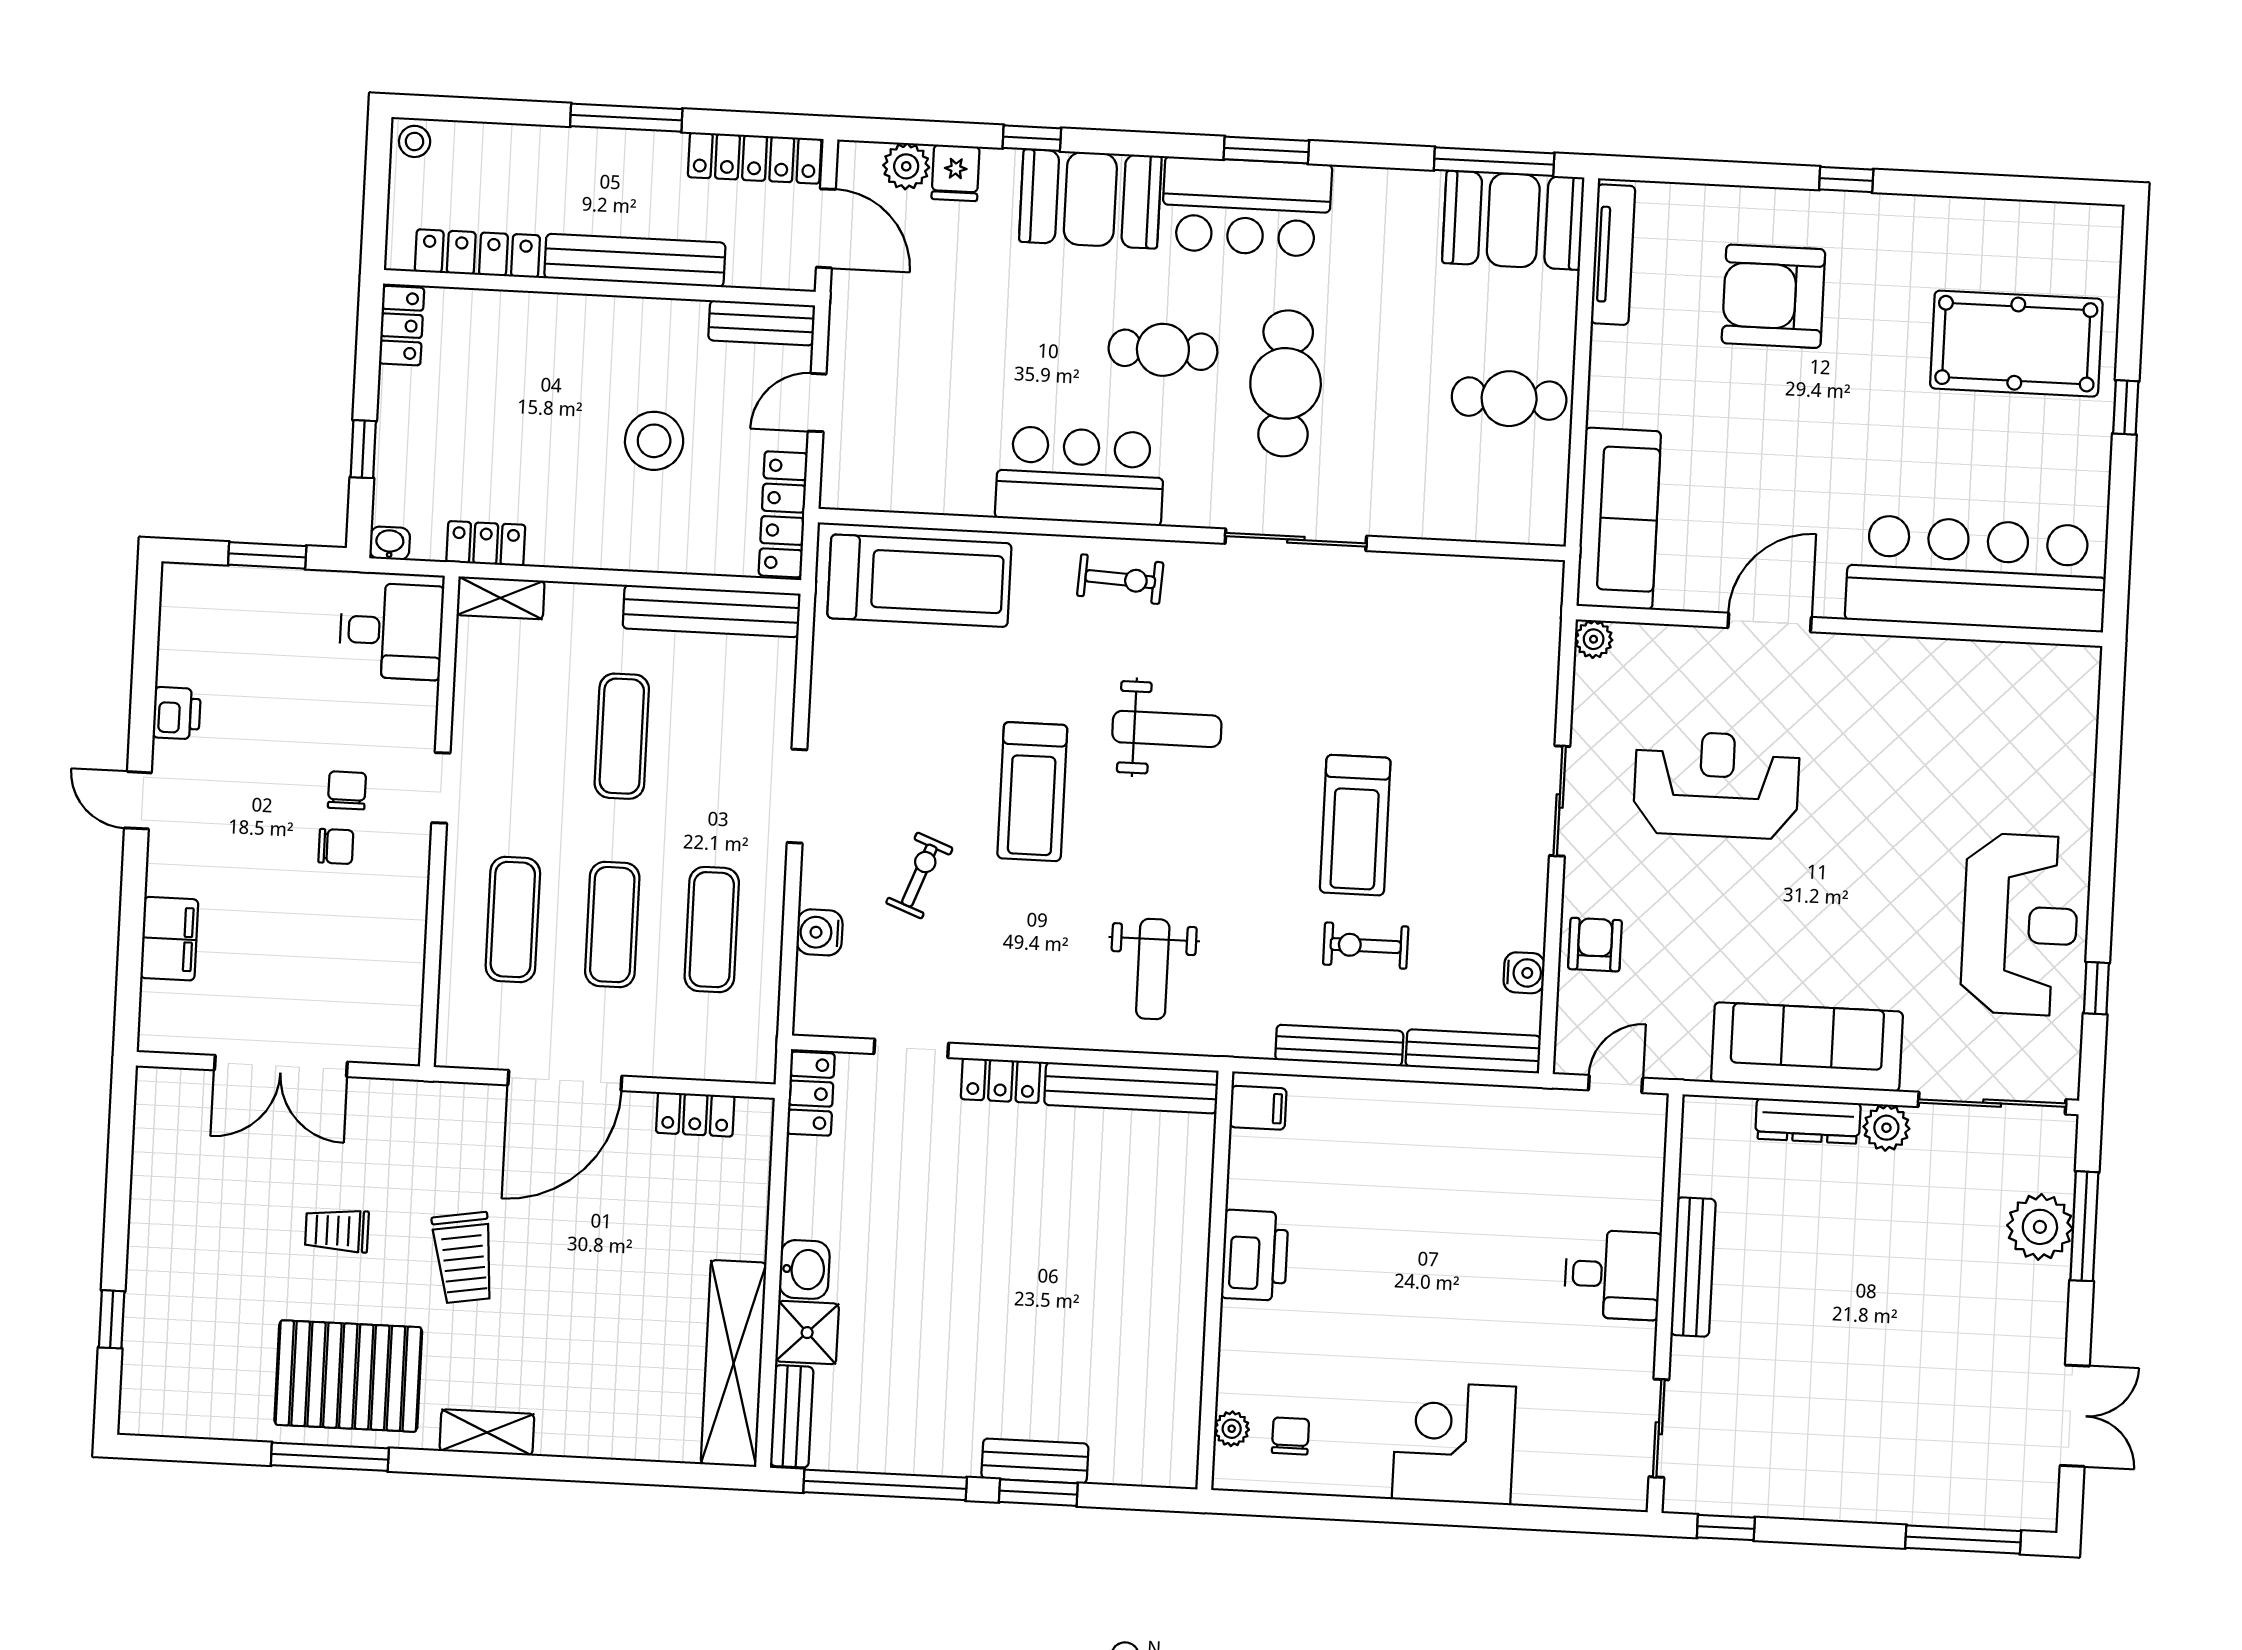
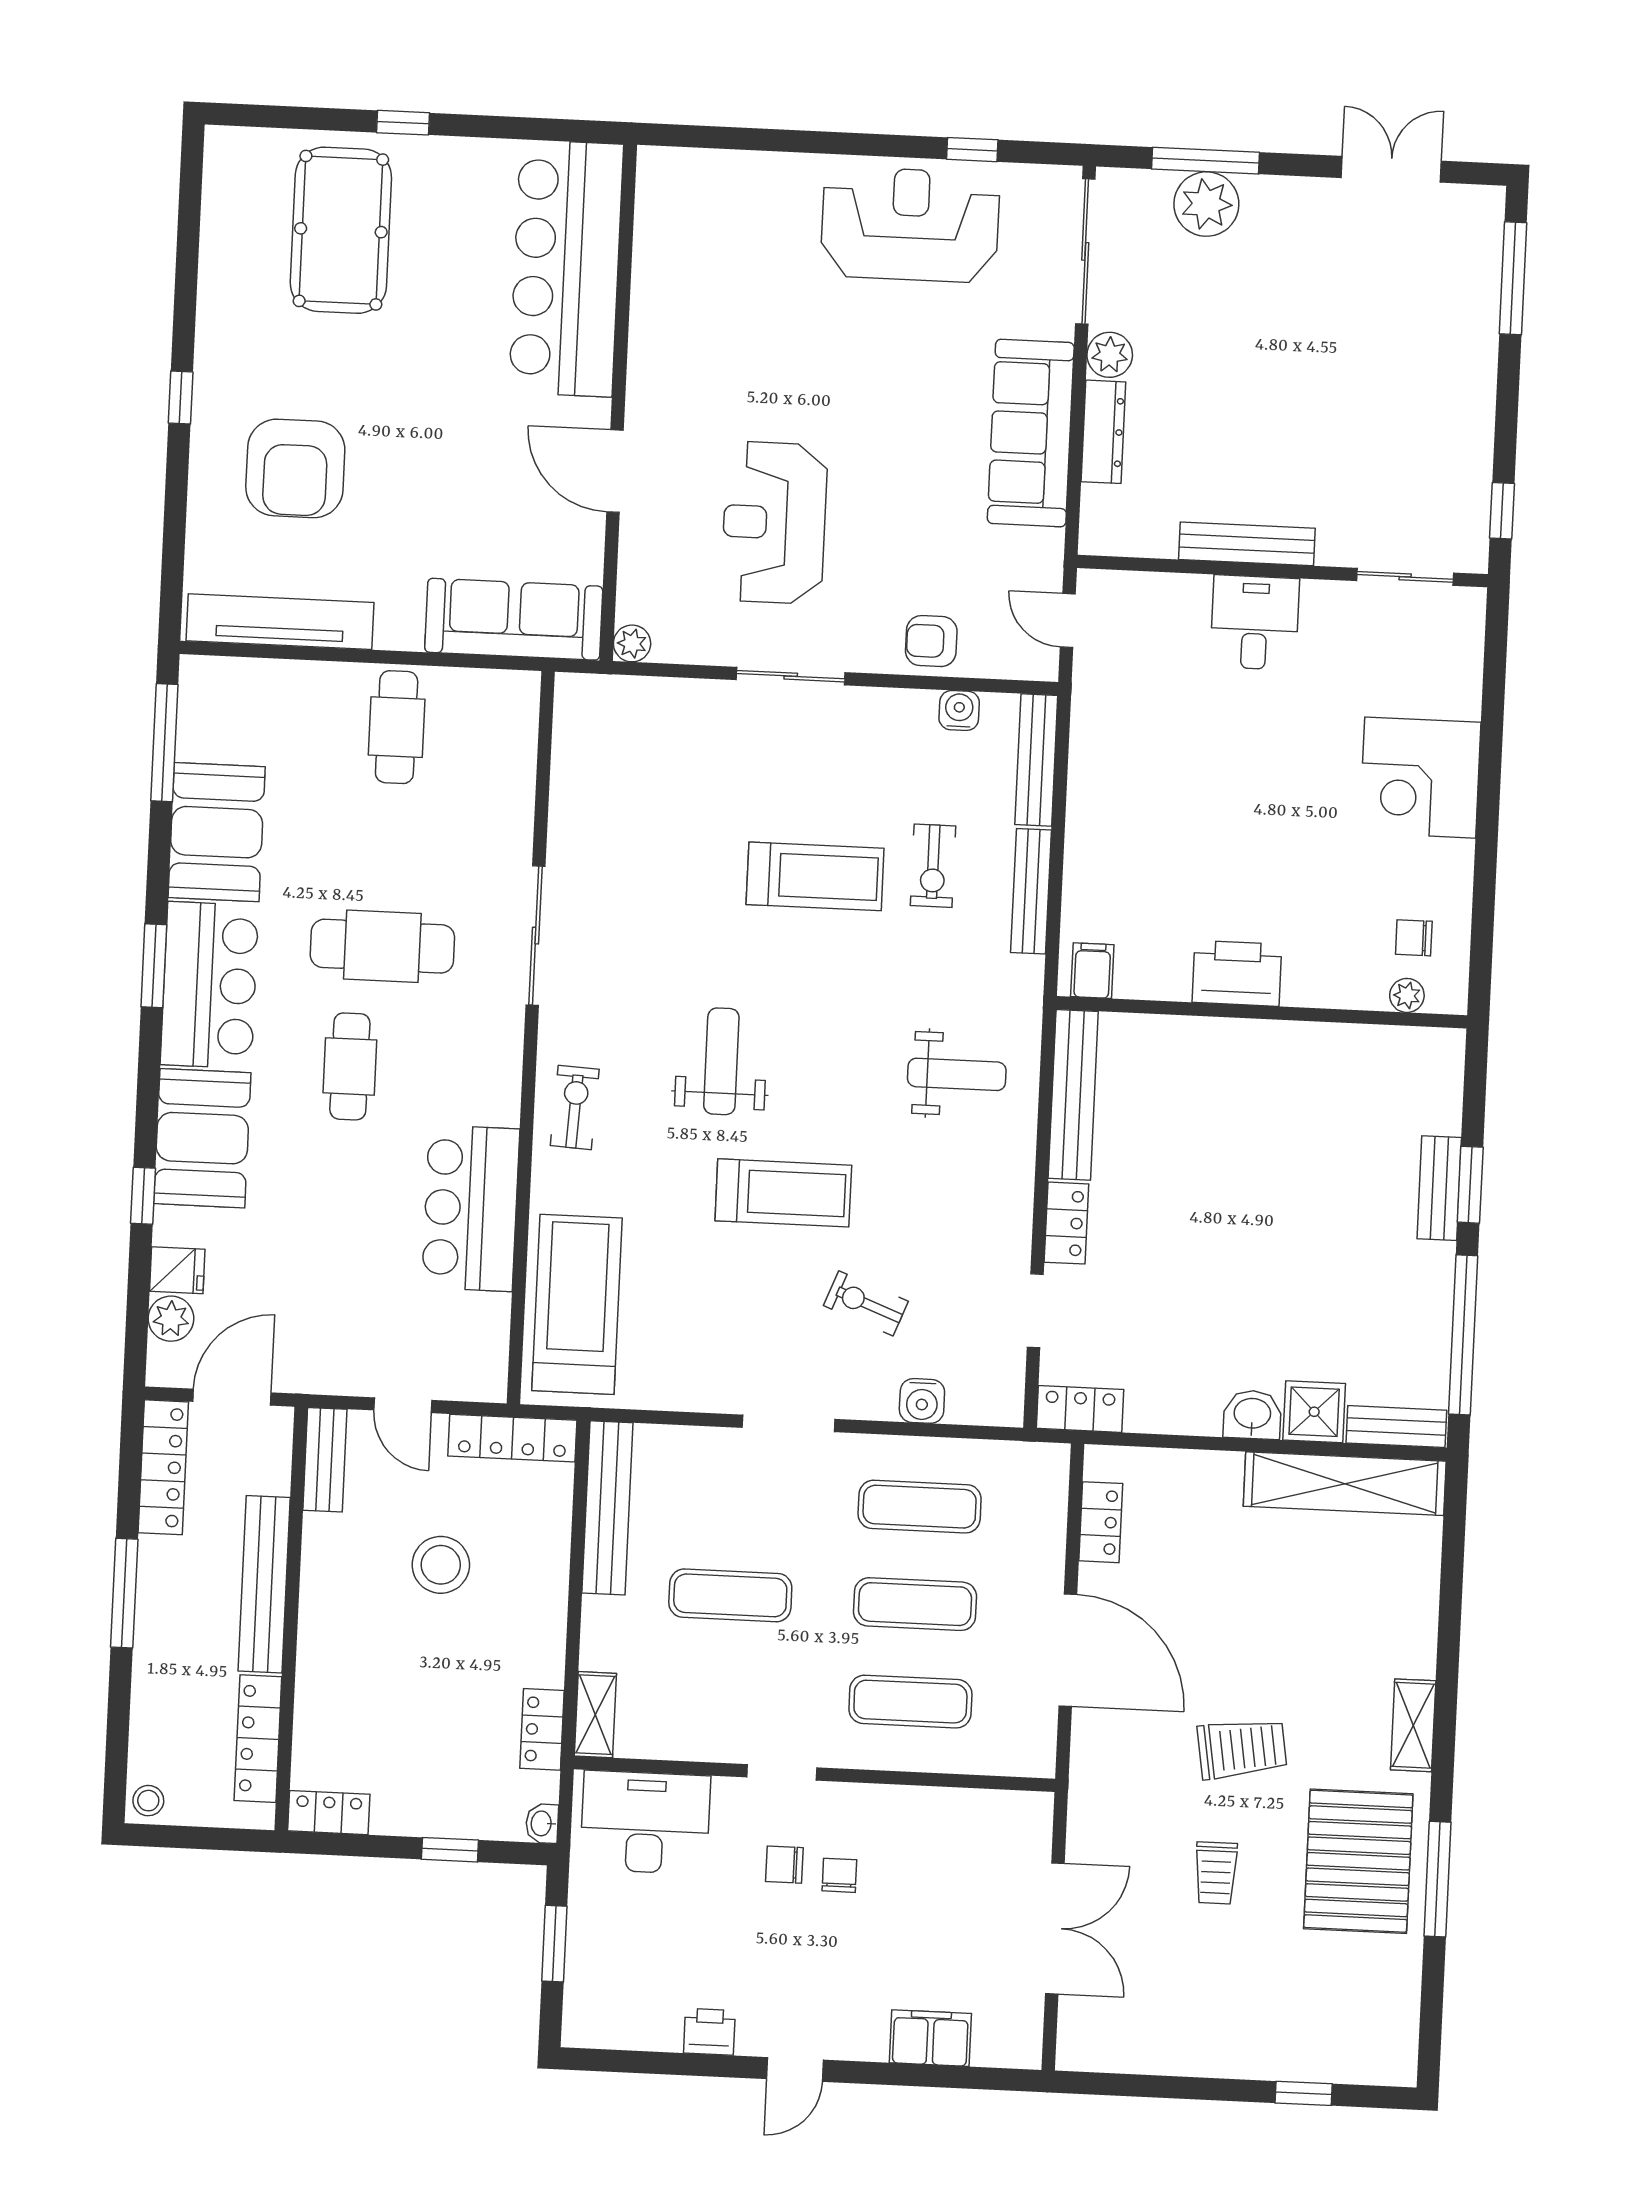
booth: (1513, 220) -> (217, 832), moved
tv unit: (1613, 255) -> (280, 622), width x1.36, depth x1.29
bar counter: (1080, 476) -> (471, 1208), moved
desk: (391, 631) -> (645, 1822), width x1.37

